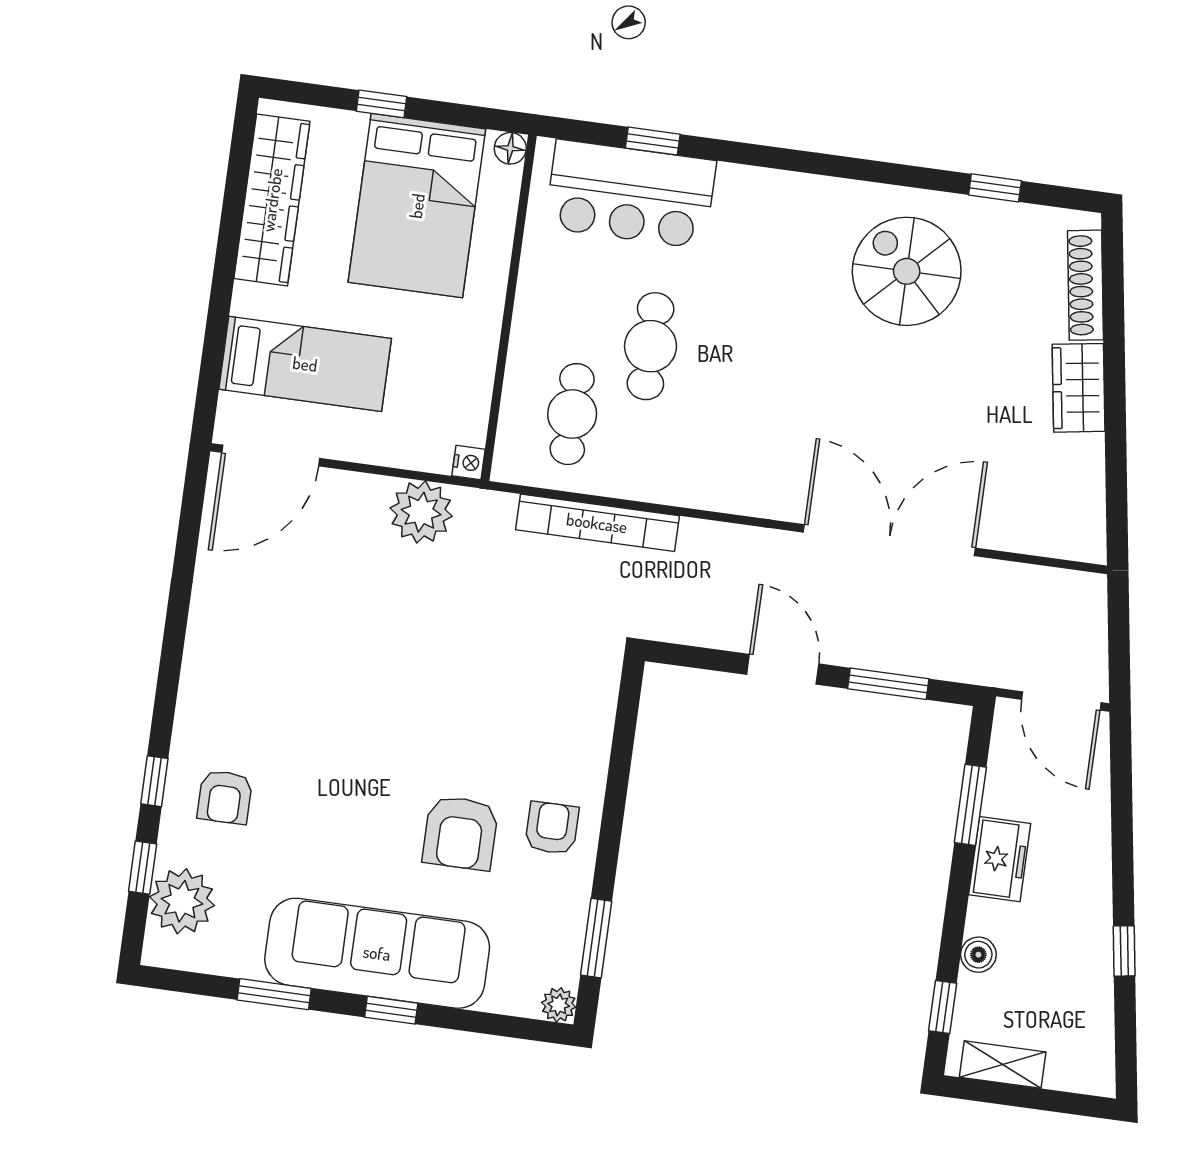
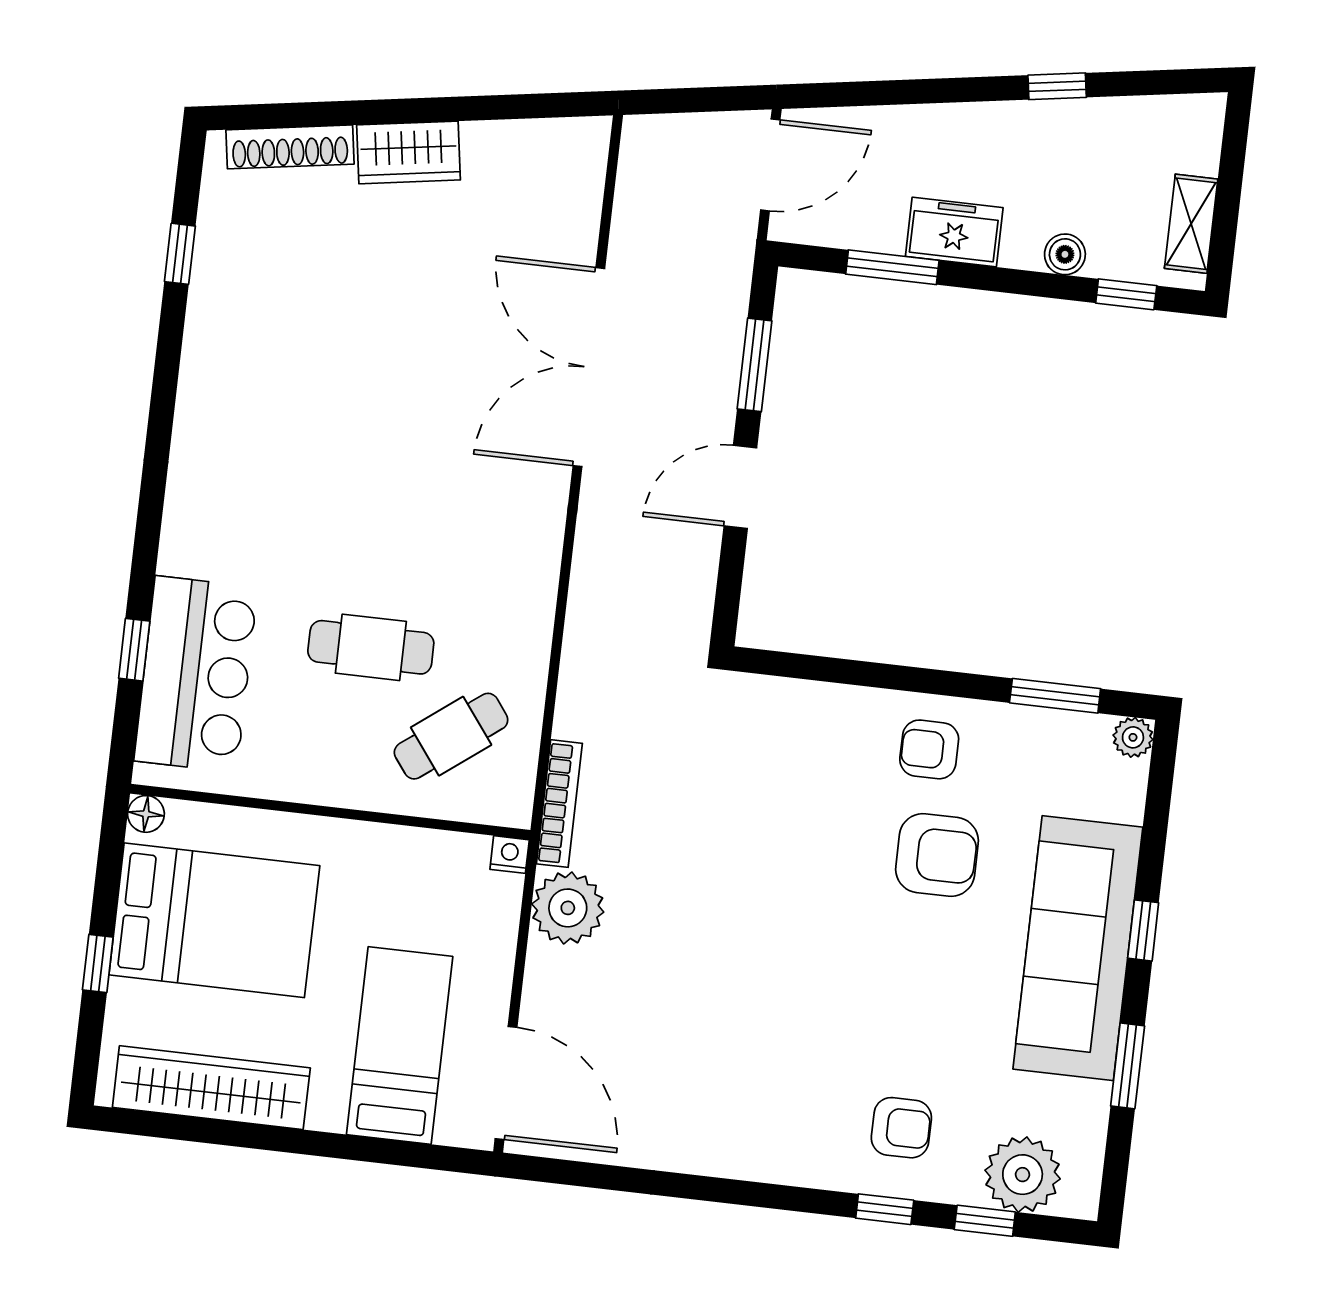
spiral stairs: (907, 271) -> (278, 354), removed
cafe table: (572, 414) -> (451, 736), turned -37
bookcase: (597, 523) -> (559, 804), moved, width x0.68, depth x0.76

